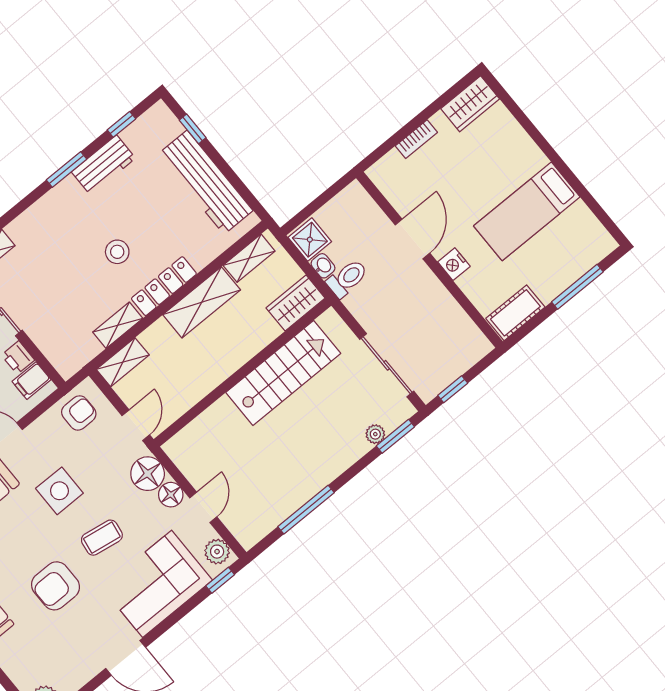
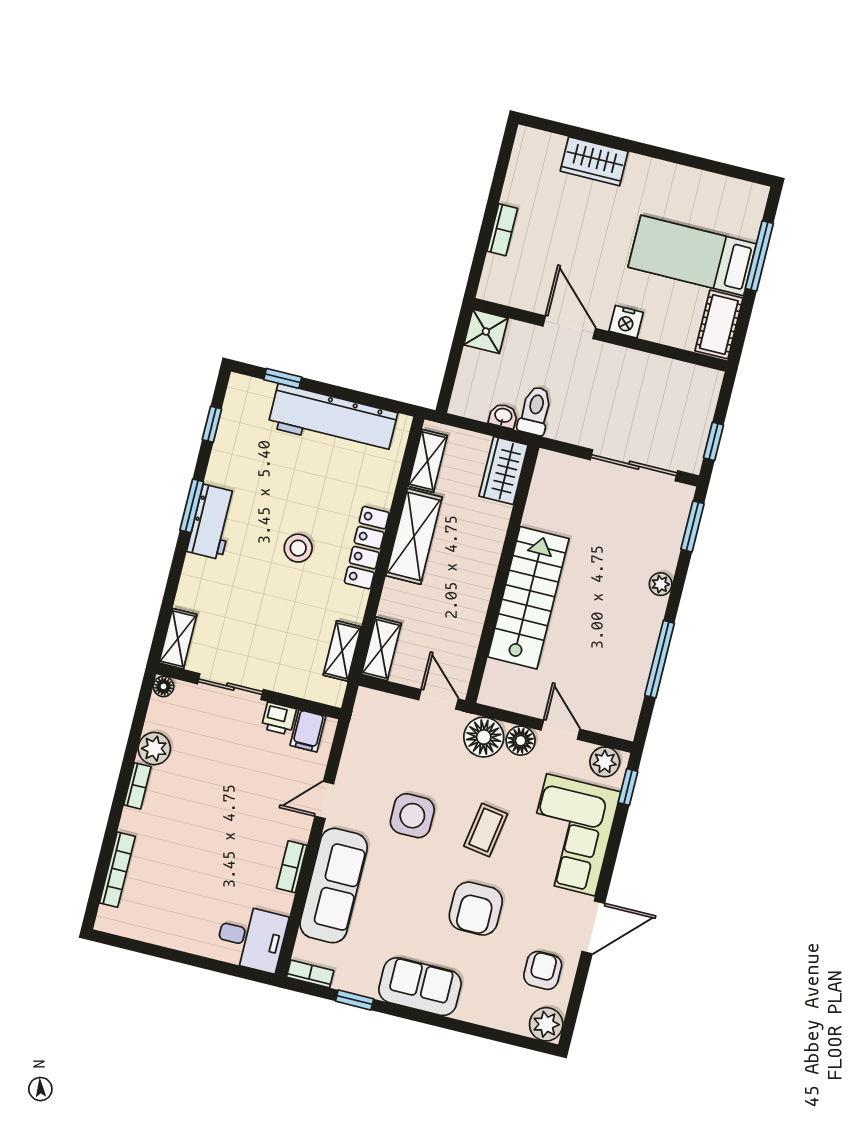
wardrobe: (470, 104) -> (594, 161), moved, turned 90
workbench: (104, 165) -> (212, 522), moved
bed: (527, 211) -> (692, 255), moved, turned 90
shower: (310, 240) -> (486, 331), moved
shelving: (118, 325) -> (342, 651), moved
stairs: (283, 373) -> (528, 598), moved
armchair: (79, 413) -> (543, 970), moved
plant: (375, 434) -> (661, 584), moved

